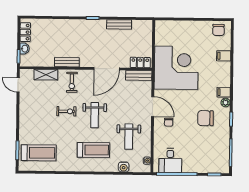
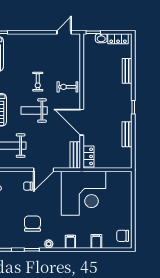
bench: (67, 62) -> (127, 71), moved
shelving: (46, 75) -> (75, 60), removed
filing cabinet: (224, 92) -> (70, 242), moved

